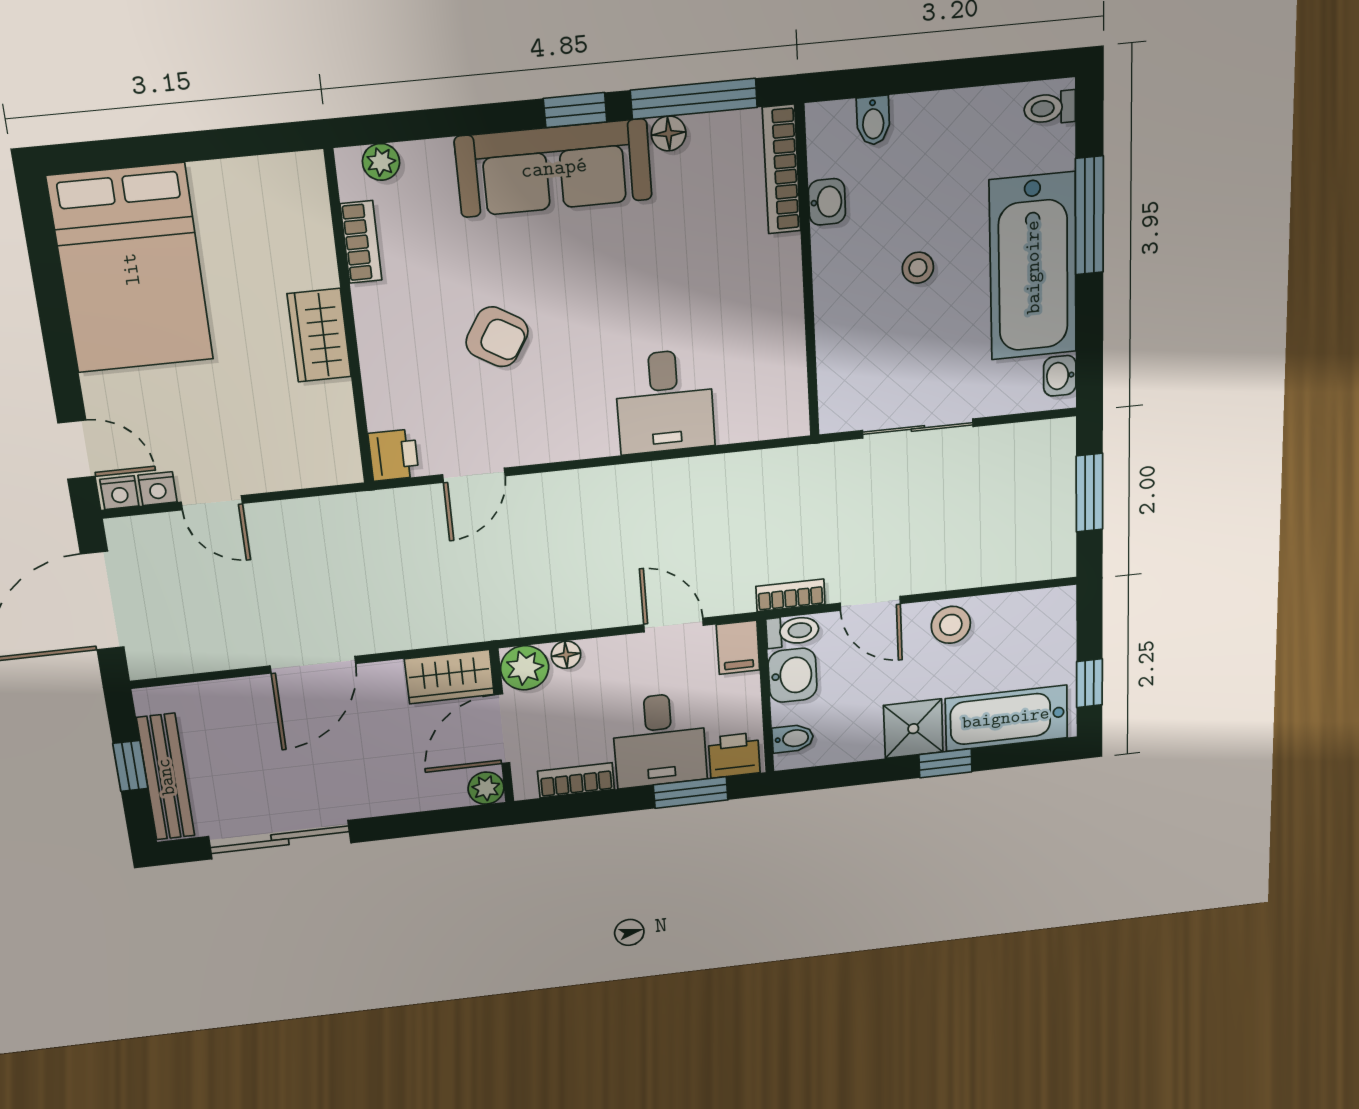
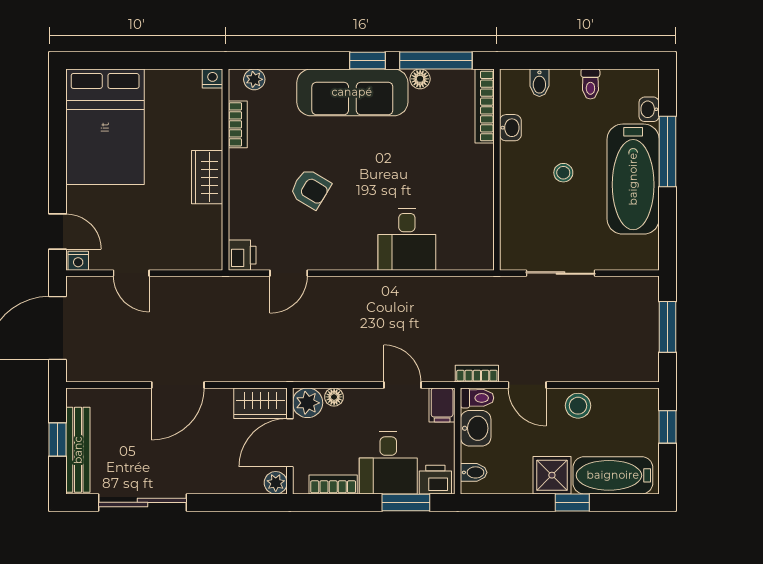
toilet: (1050, 108) -> (590, 84), moved, turned -90
washbasin: (1060, 376) -> (649, 109), moved
nightstand: (158, 489) -> (212, 78), moved, turned 180
window: (1089, 683) -> (668, 427), moved

